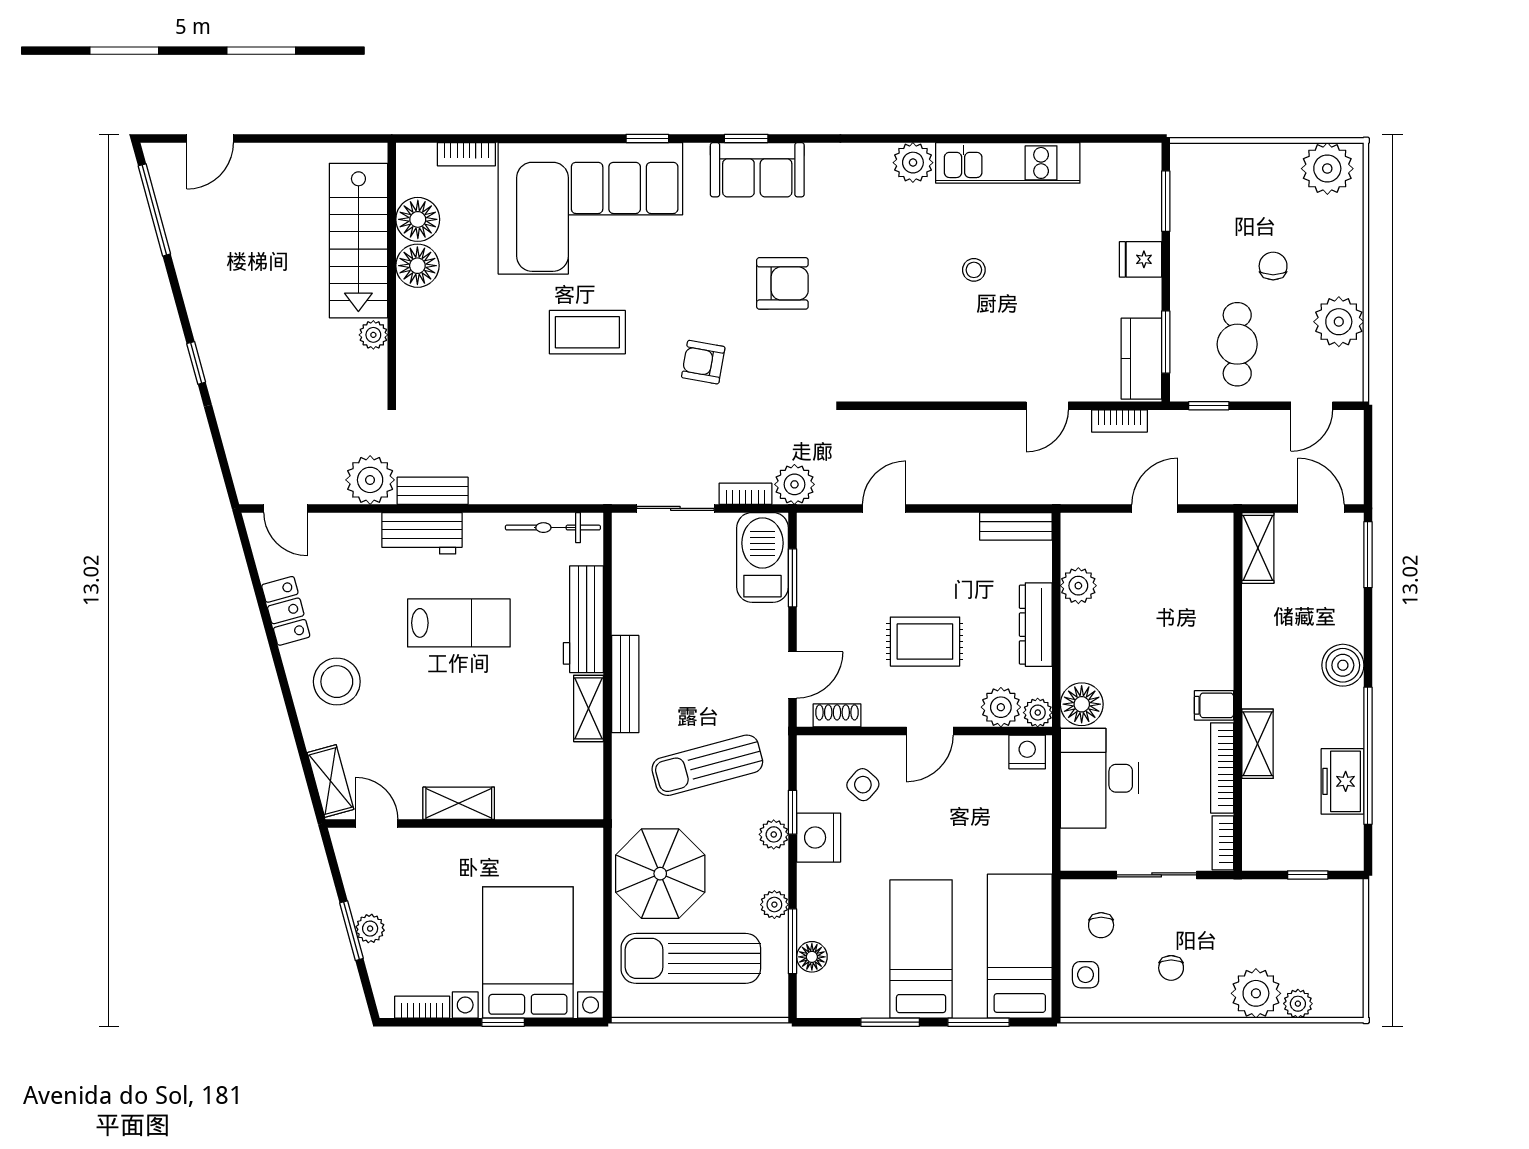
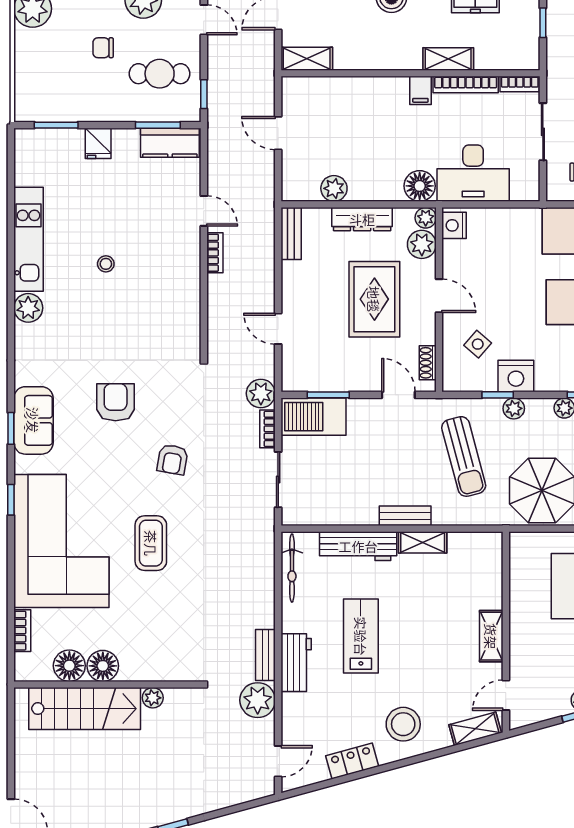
bookcase: (1119, 421) -> (215, 253), moved
rug: (925, 642) -> (374, 299), width x1.36, depth x1.43
bench: (625, 684) -> (405, 516), width x0.73

